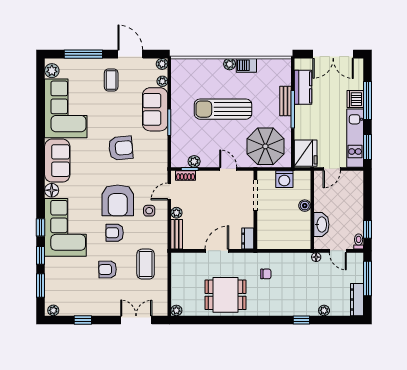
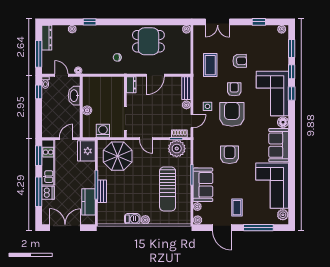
sun lounger: (223, 109) -> (168, 189), moved, turned 90
armchair: (121, 148) -> (230, 155), turned 95
plant: (194, 161) -> (177, 149), width x1.88, depth x1.88
armchair: (115, 233) -> (234, 89), turned -90

